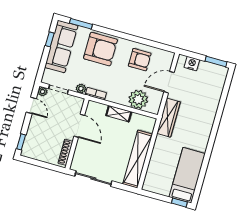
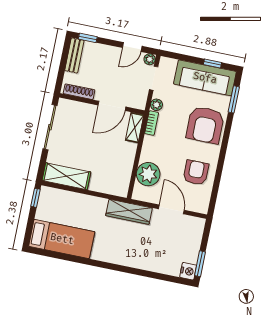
armchair: (140, 60) -> (196, 173), turned 180
nightstand: (192, 64) -> (188, 271), moved
shelving: (119, 114) -> (135, 128), moved
bench: (35, 154) -> (74, 55), added
shelving: (138, 159) -> (66, 176), width x0.68
window: (179, 203) -> (35, 198), moved

